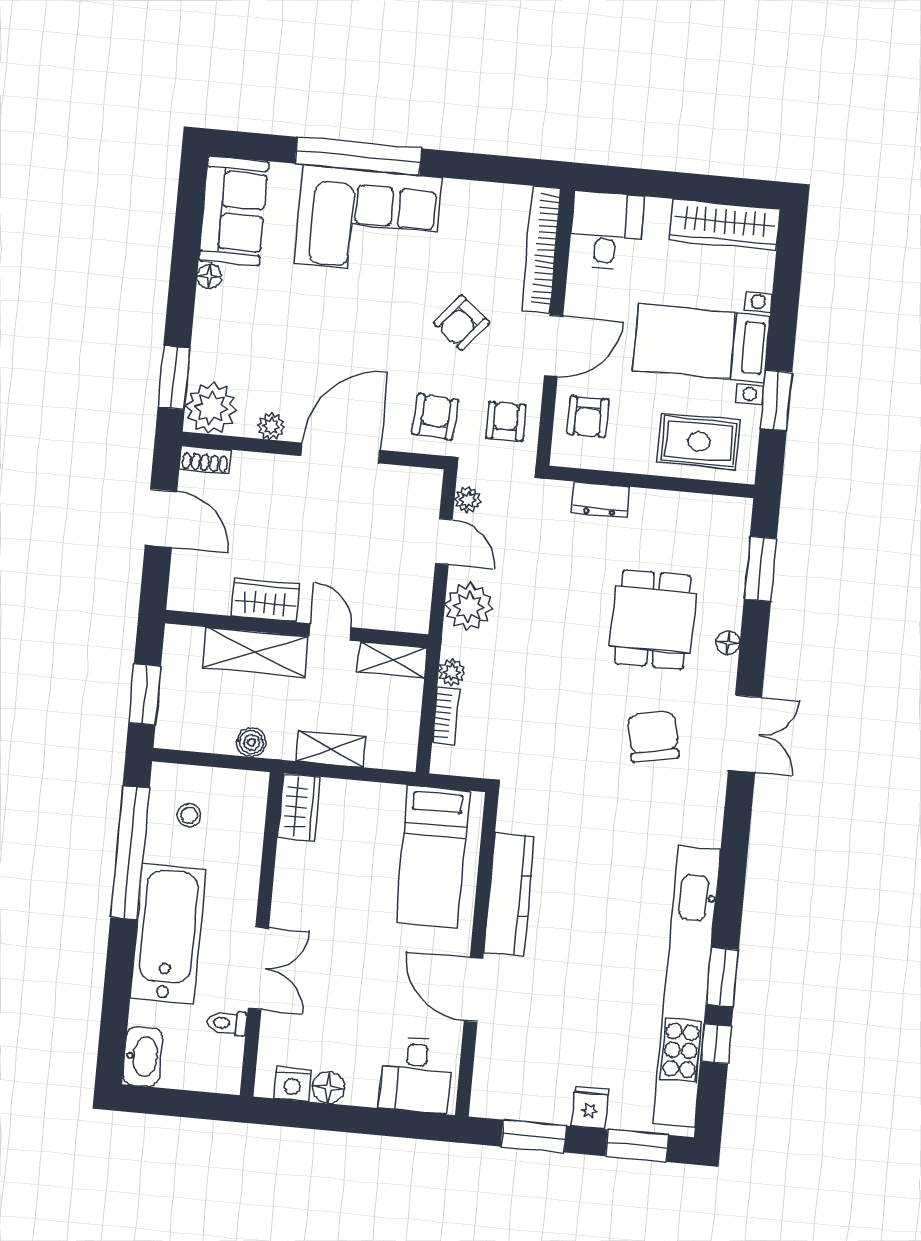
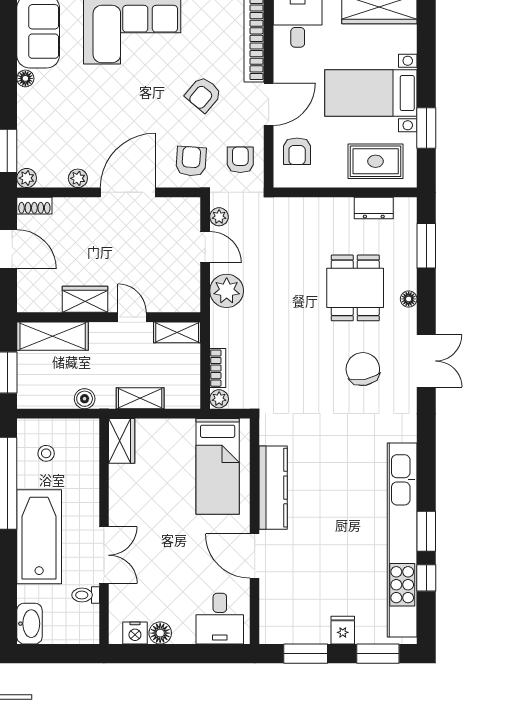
plant: (211, 408) -> (27, 178), width x0.53, depth x0.53
dresser: (600, 500) -> (374, 208), moved
shelving: (255, 652) -> (53, 336), moved
plant: (452, 672) -> (219, 399), moved

